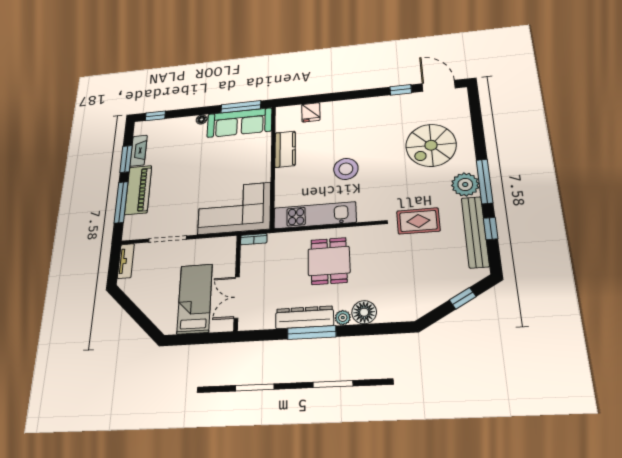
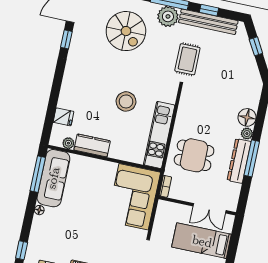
plant: (282, 125) -> (68, 143), added
dining table: (329, 261) -> (194, 155), moved

